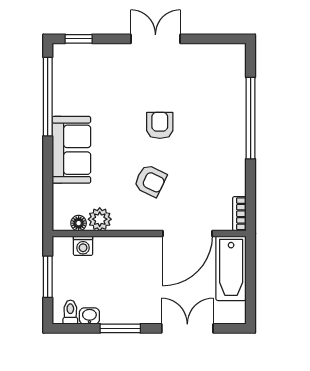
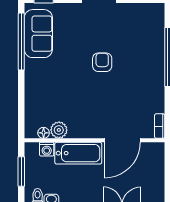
sofa: (71, 150) -> (38, 34), moved
armchair: (150, 181) -> (95, 102), removed
bathtub: (231, 268) -> (78, 153), moved, turned -90

